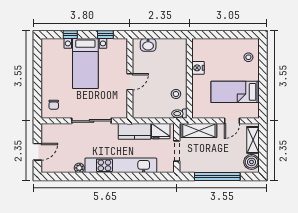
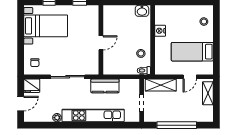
washbasin: (148, 45) -> (142, 11), moved
bed with nightstands: (85, 64) -> (46, 26), moved, turned -90
fridge: (161, 131) -> (32, 86), moved
boiler: (251, 162) -> (207, 112), removed

